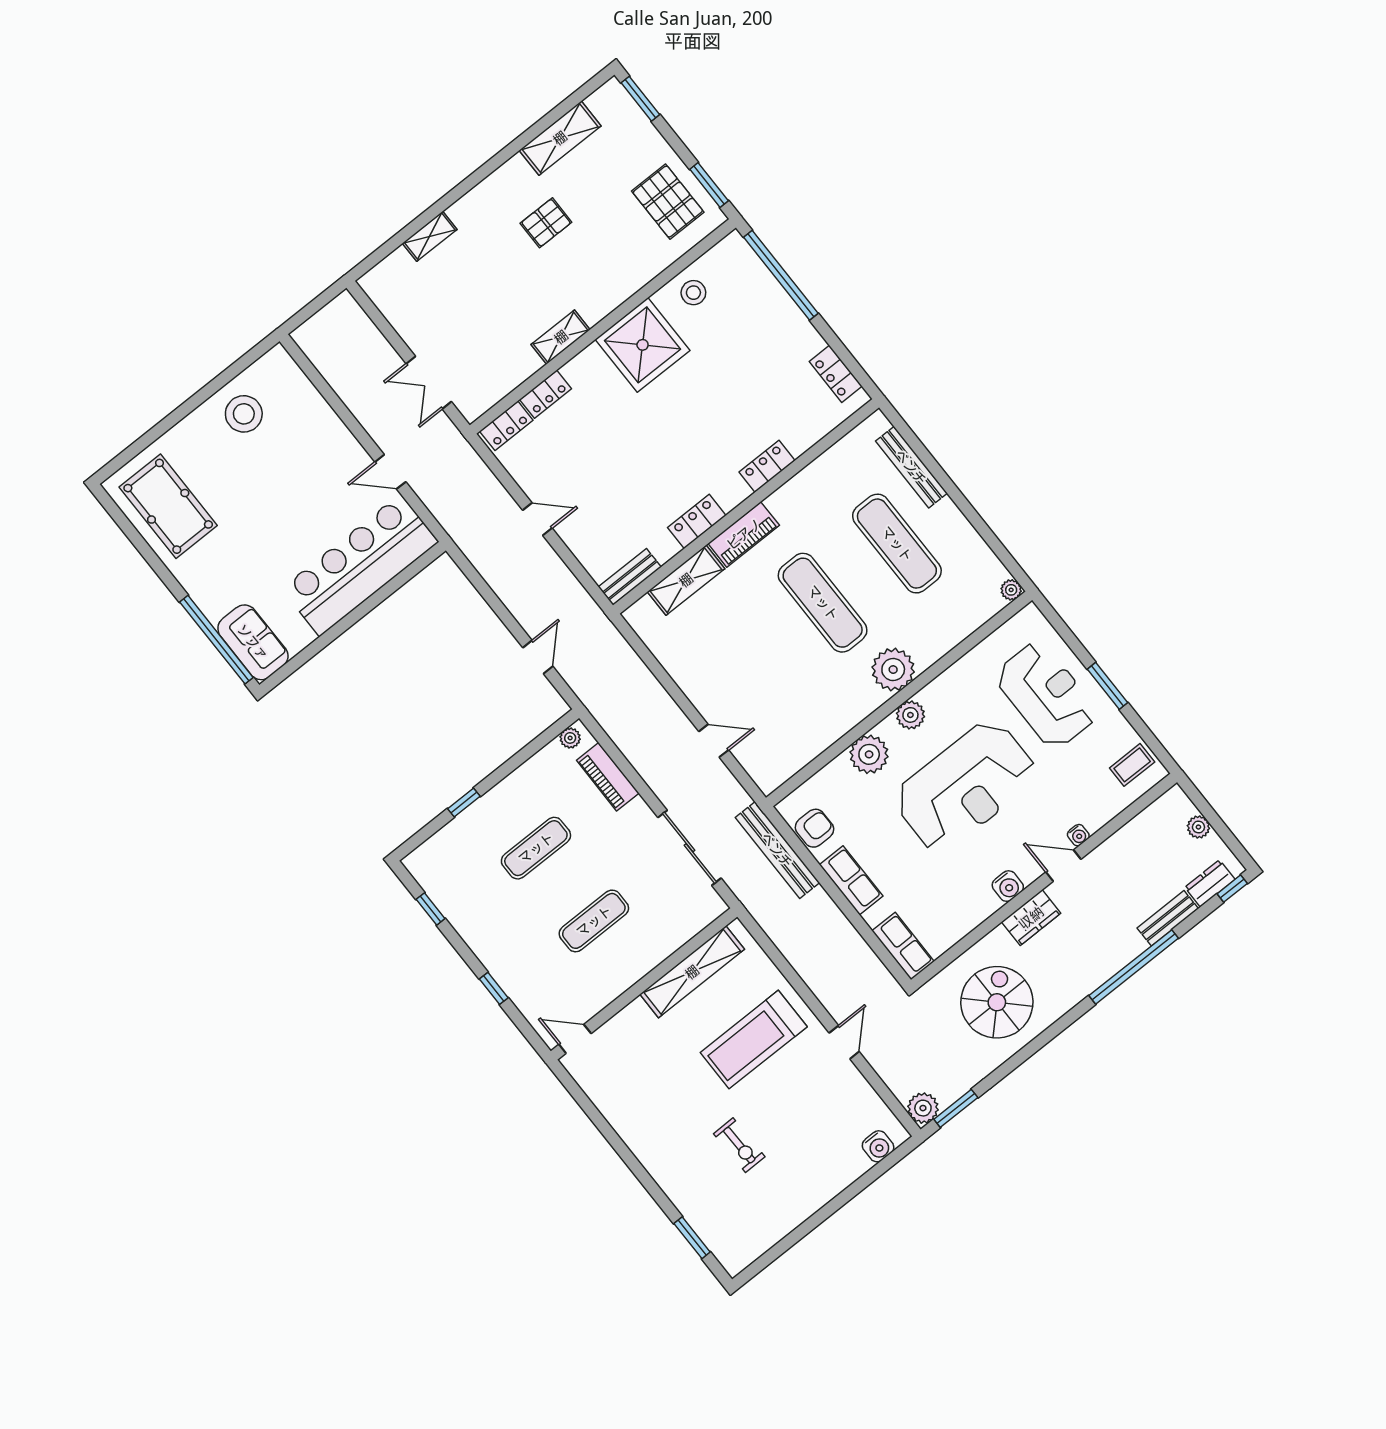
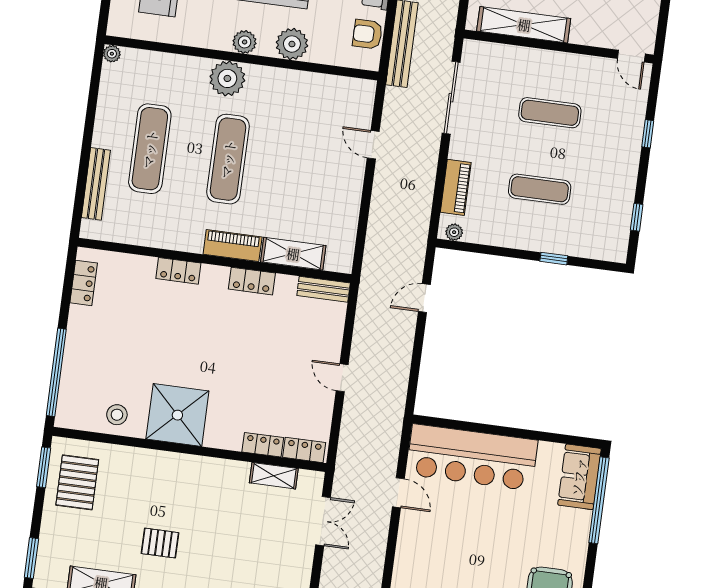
shelving: (561, 337) -> (274, 476), moved

